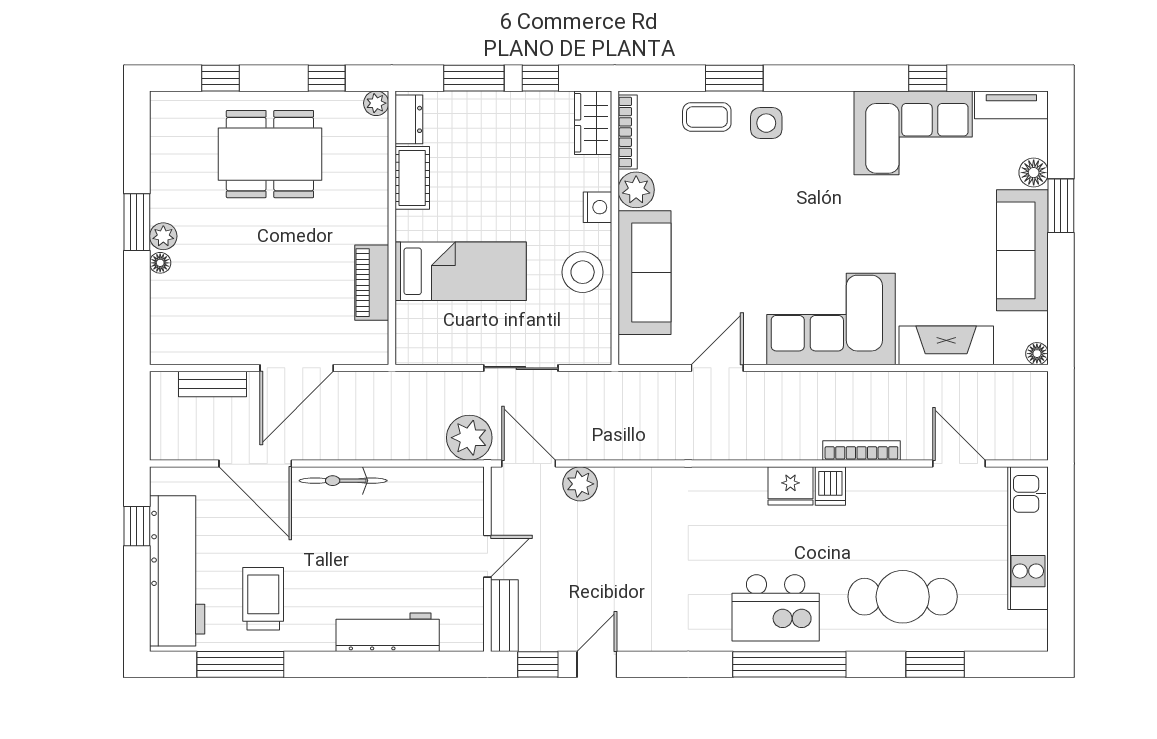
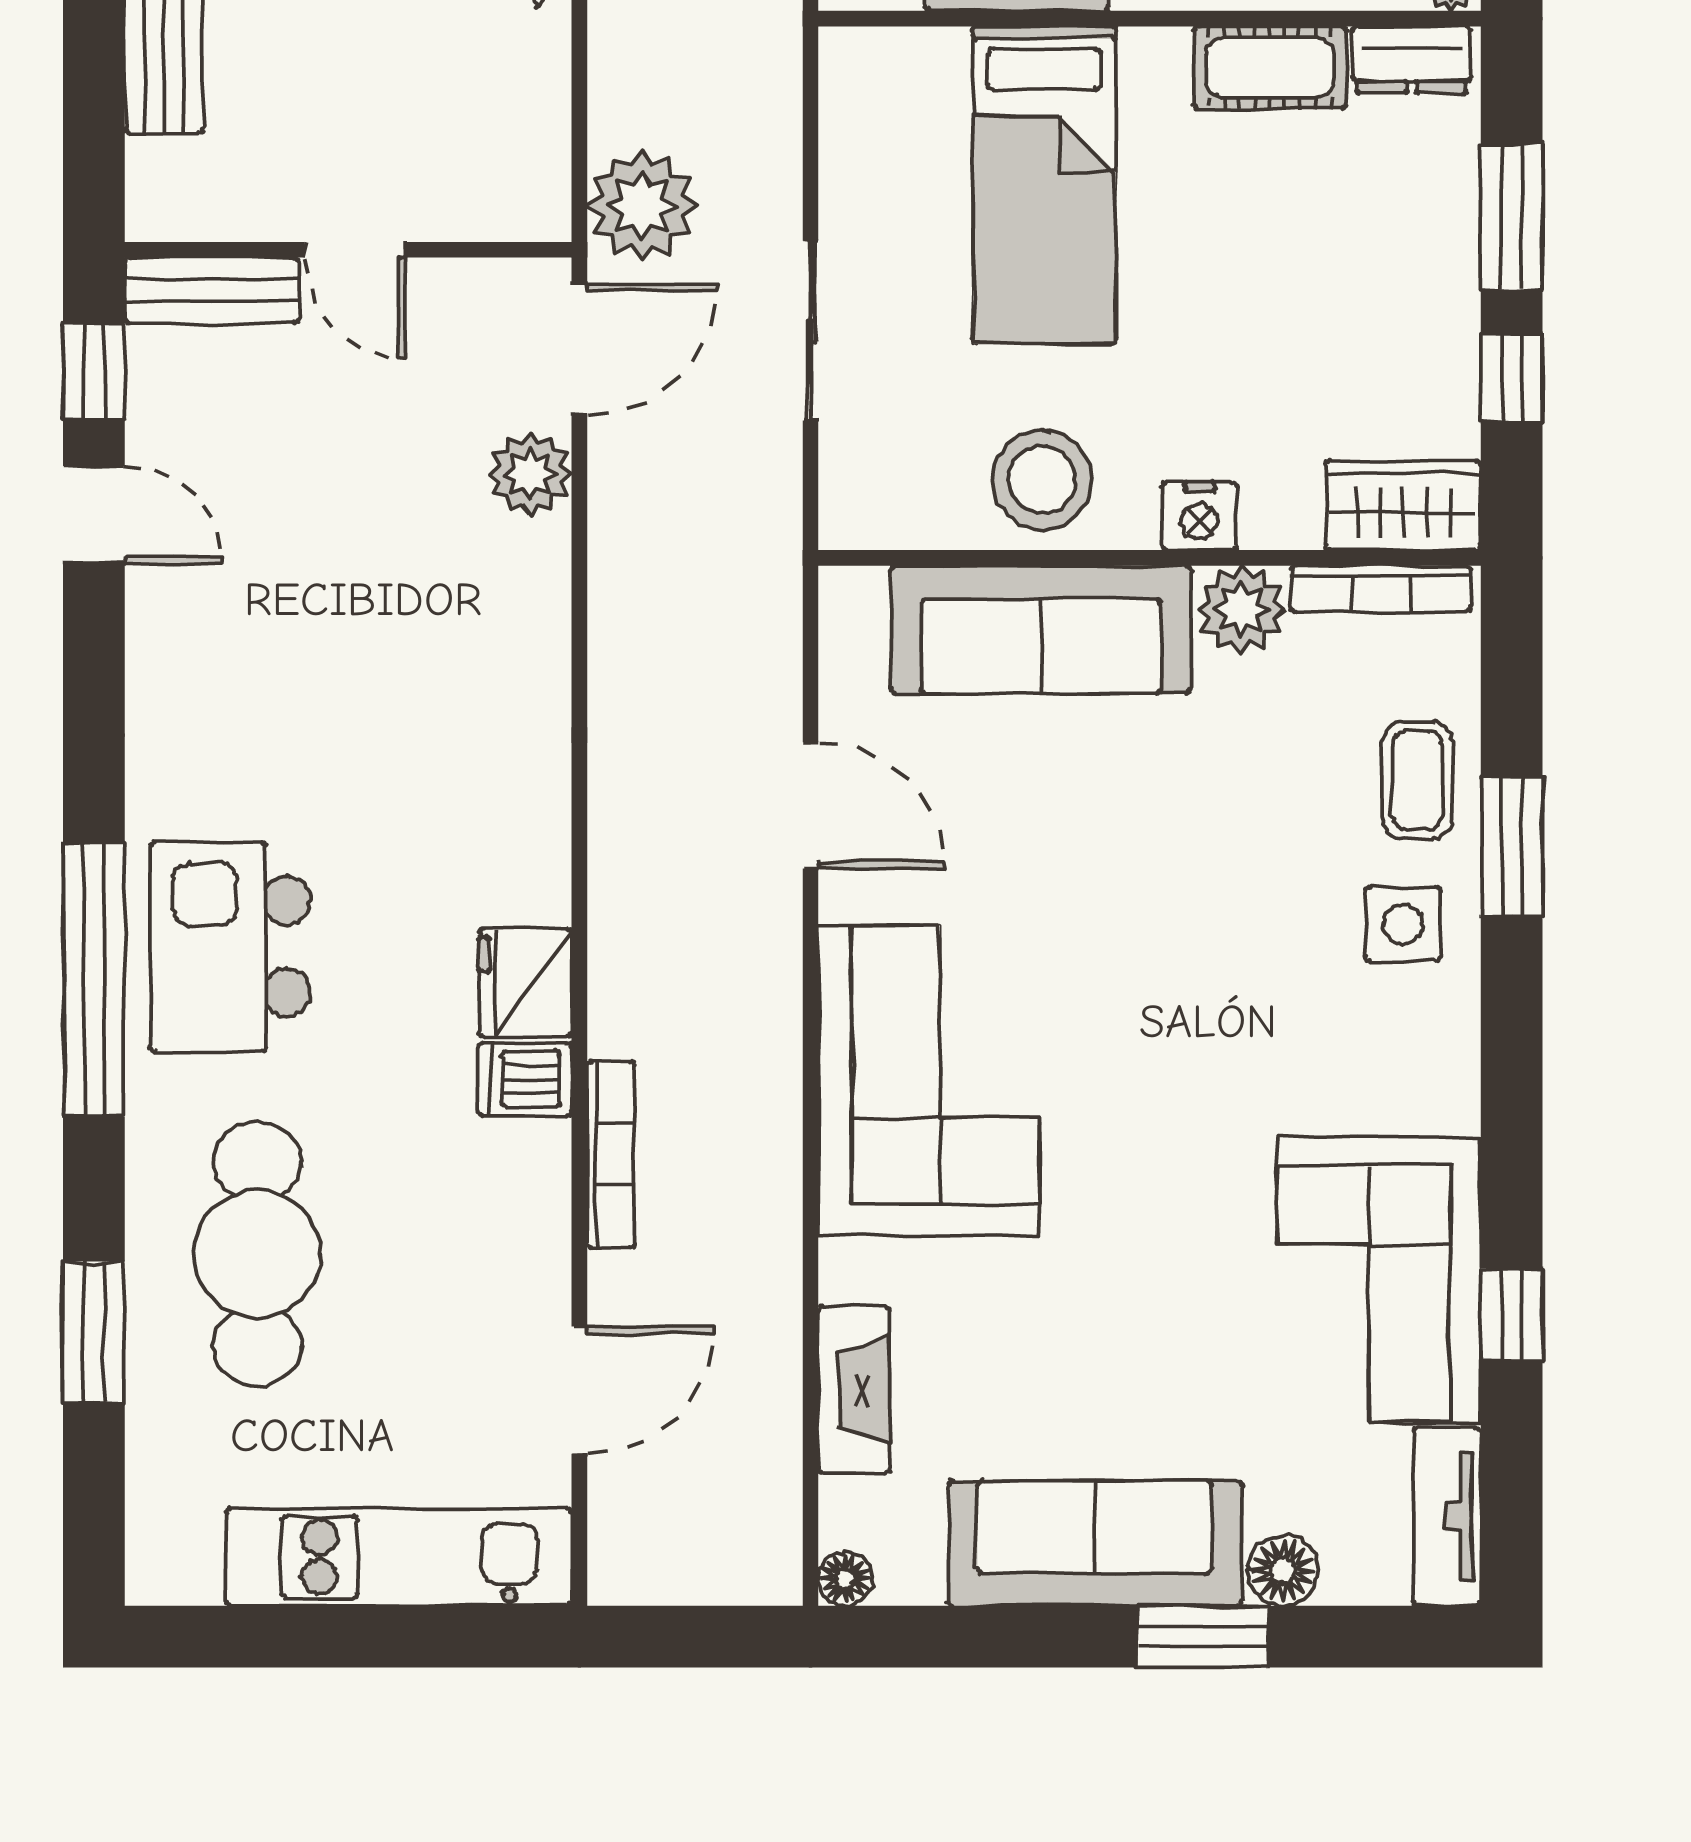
fireplace: (946, 345) -> (854, 1390), width x0.73, depth x0.76

